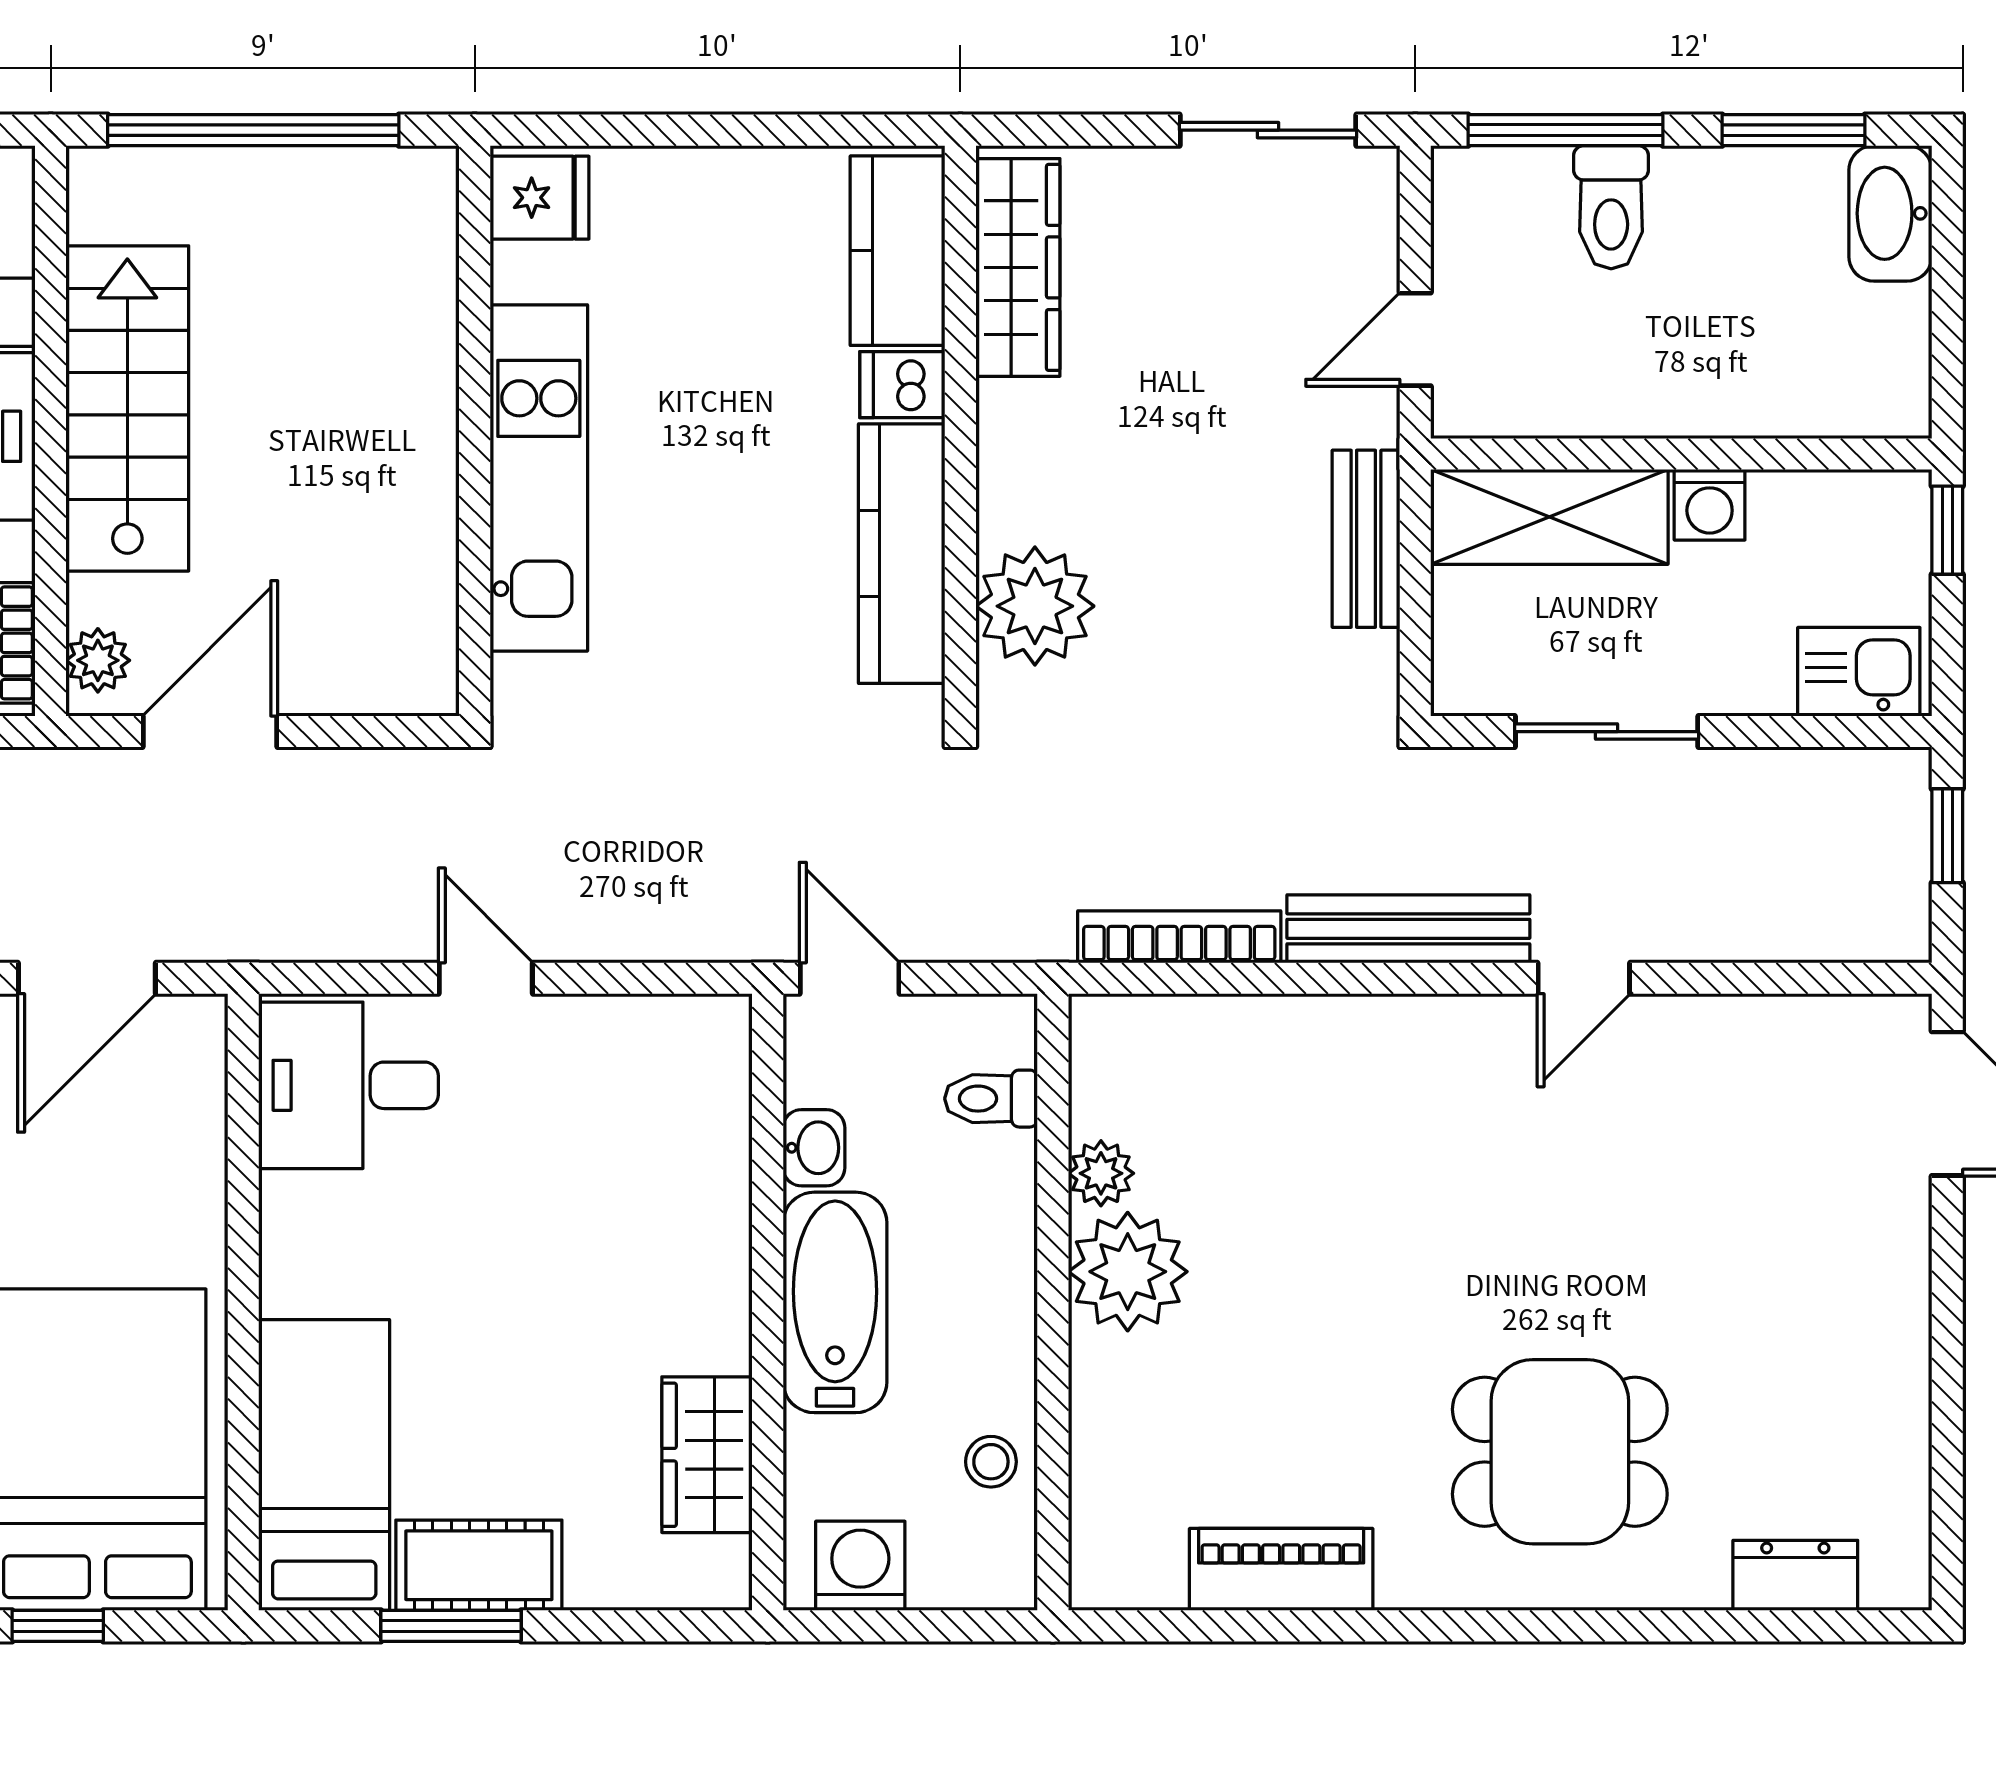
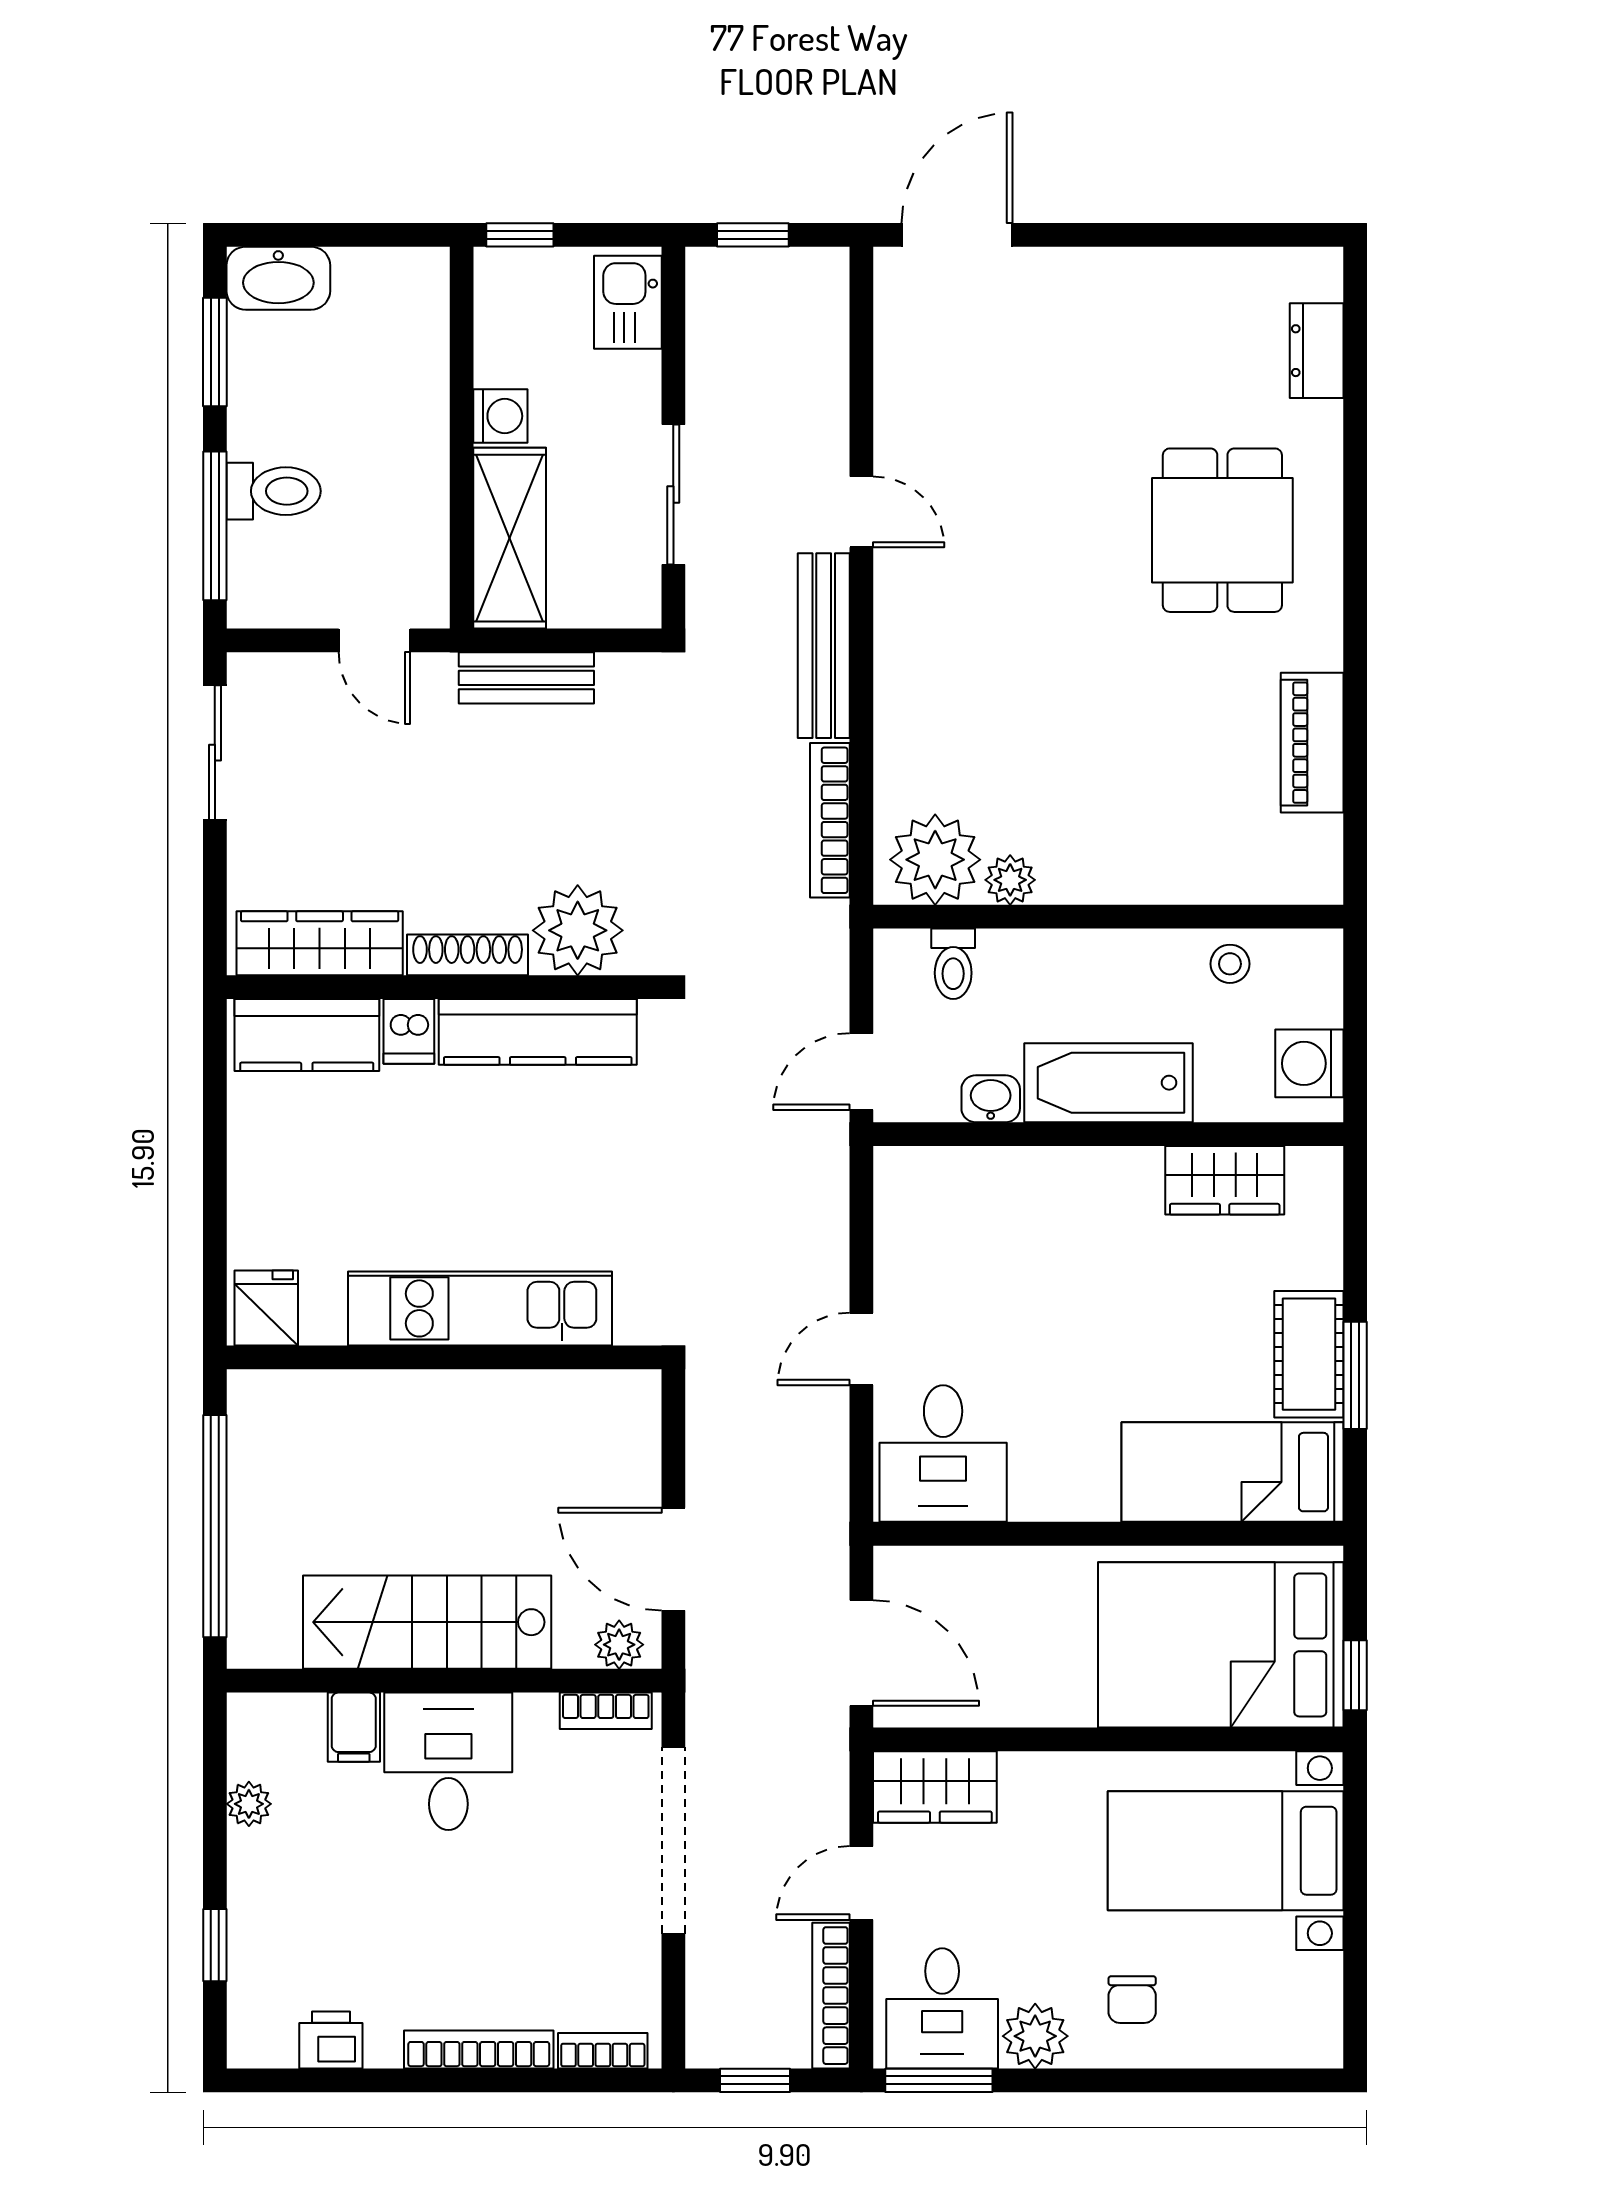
shoe rack: (1003, 462) -> (468, 955), added
plant: (1128, 1272) -> (935, 860), moved

